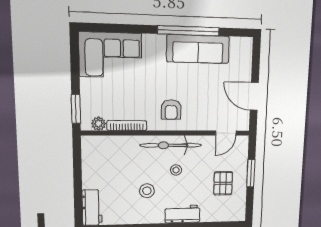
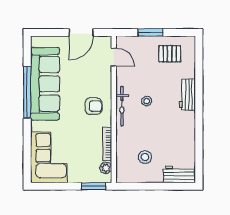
sofa: (198, 49) -> (45, 84), width x1.36, depth x1.27
bicycle: (171, 145) -> (122, 106), width x0.73, depth x0.71
pallet: (223, 183) -> (170, 54), moved
stool: (147, 191) -> (145, 157), moved

